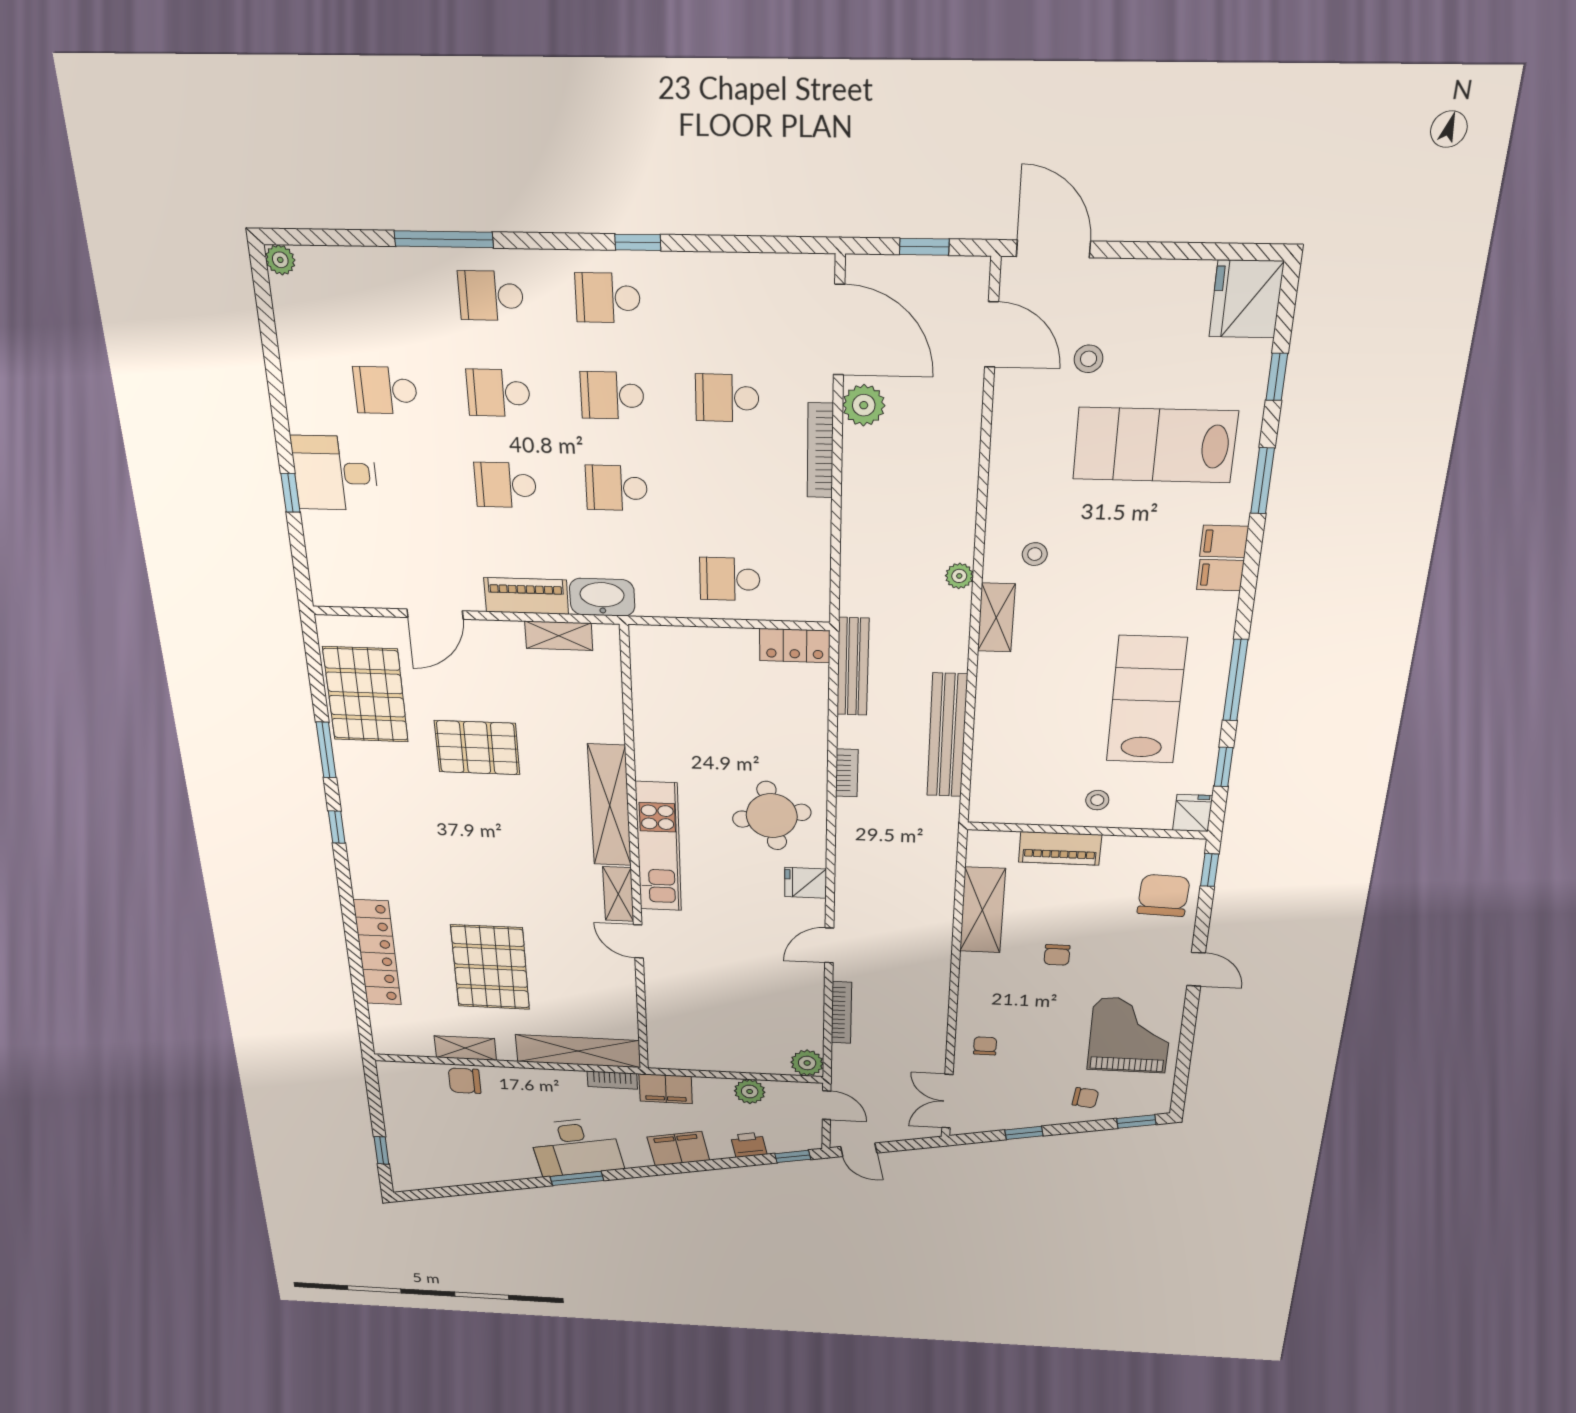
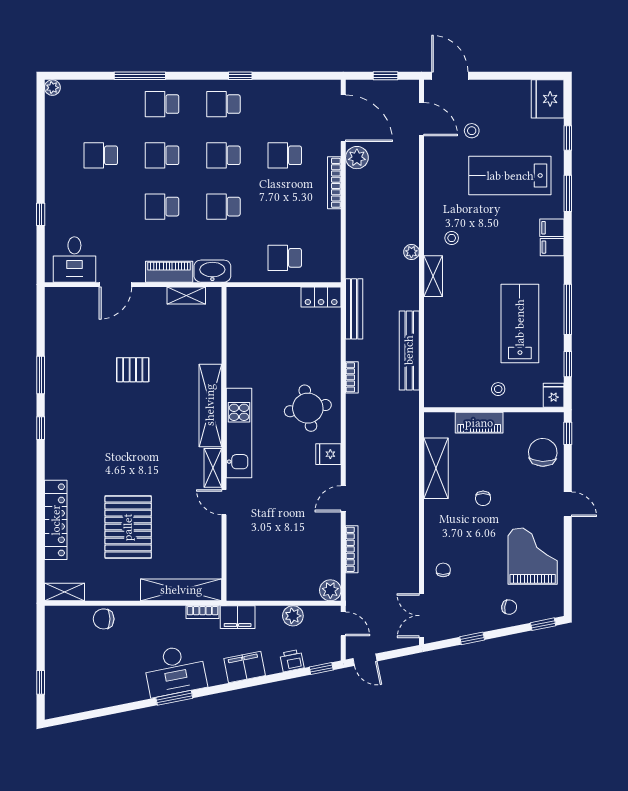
desk: (335, 473) -> (74, 259), moved, turned -90
pallet: (366, 695) -> (69, 337), removed
pallet: (477, 748) -> (133, 370), width x0.67, depth x0.71
shelving: (465, 1048) -> (64, 592), moved

